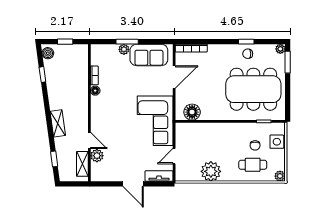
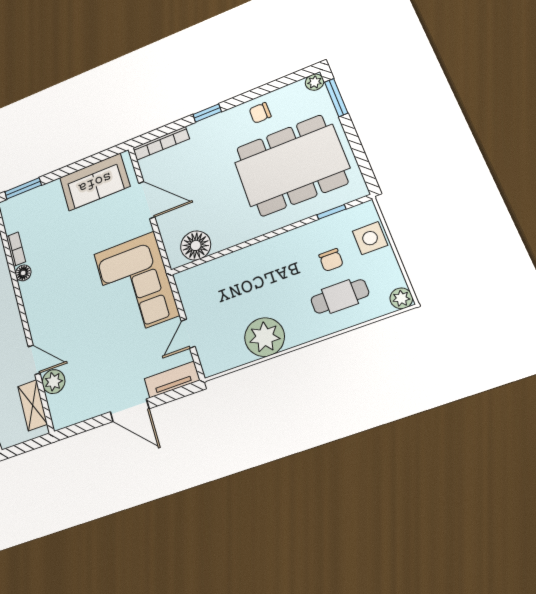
window: (127, 42) -> (23, 188), moved
window: (246, 42) -> (207, 113), moved
plant: (124, 49) -> (52, 190), removed
door: (174, 77) -> (147, 200), hinge flipped

